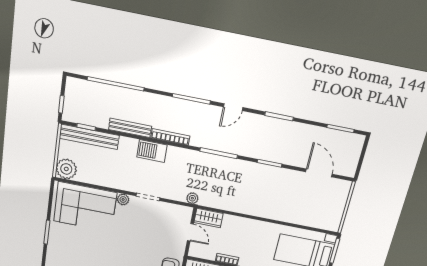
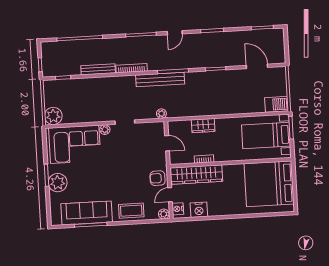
bench: (89, 137) -> (160, 79), moved
barbecue: (152, 151) -> (277, 104), moved, turned 180
wardrobe: (209, 218) -> (203, 126), moved
plant: (58, 243) -> (58, 183), added

